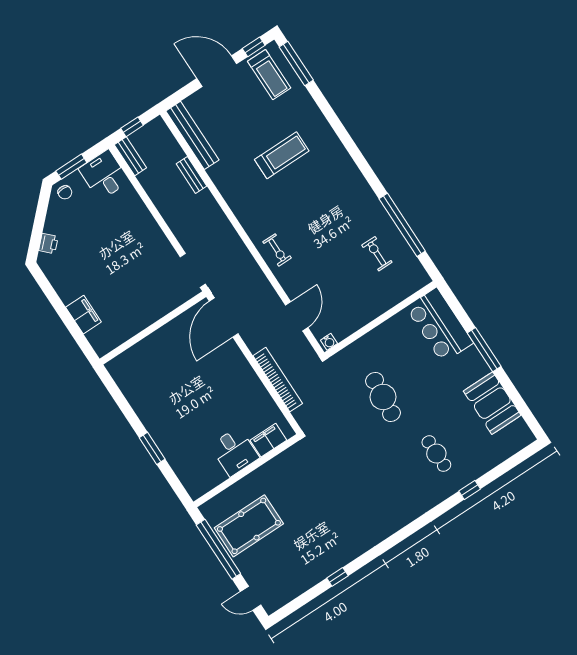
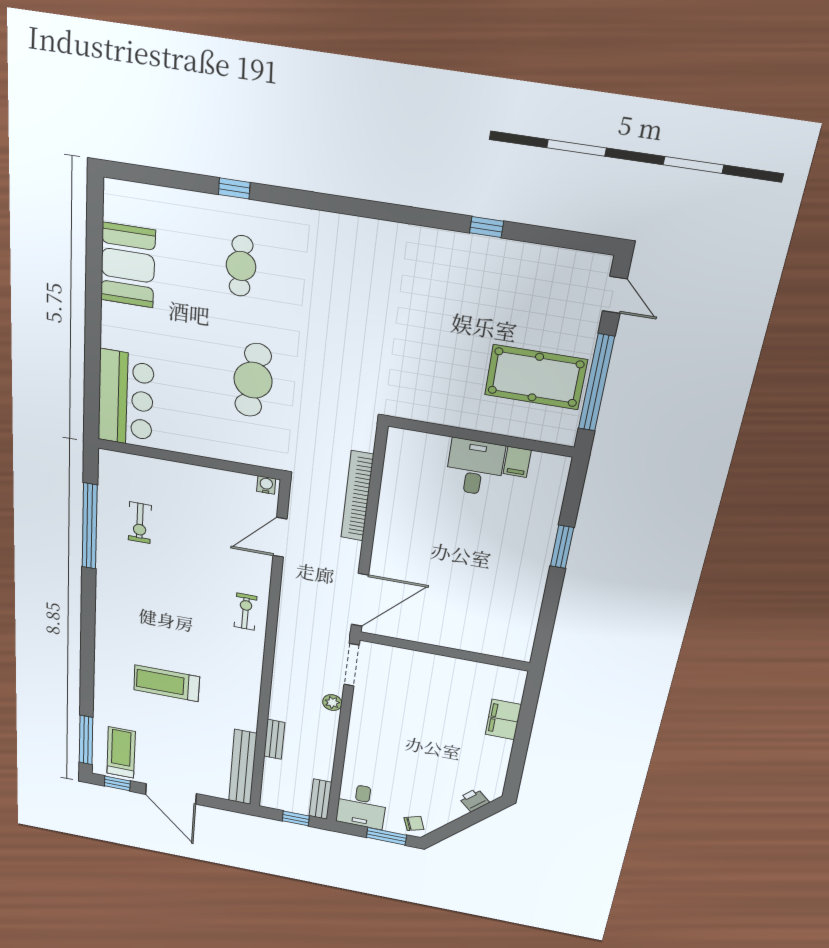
chair: (65, 192) -> (414, 823), turned 71
plant: (182, 234) -> (332, 703), added
window: (484, 350) -> (93, 331), removed
filing cabinet: (268, 440) -> (517, 462), moved, width x0.50

